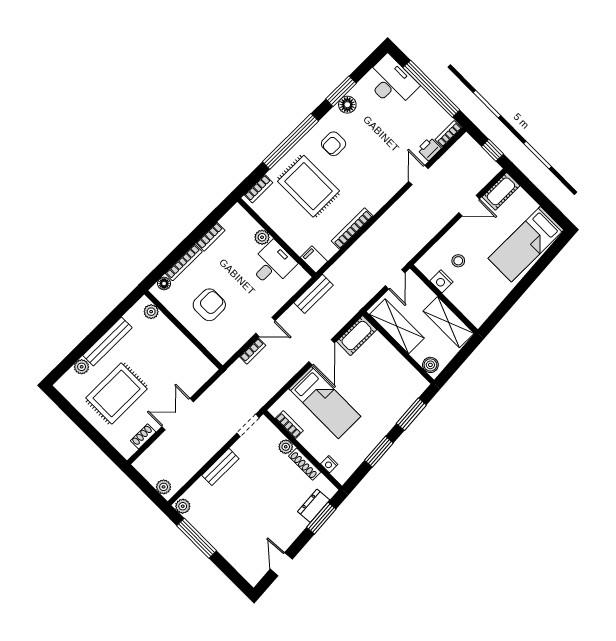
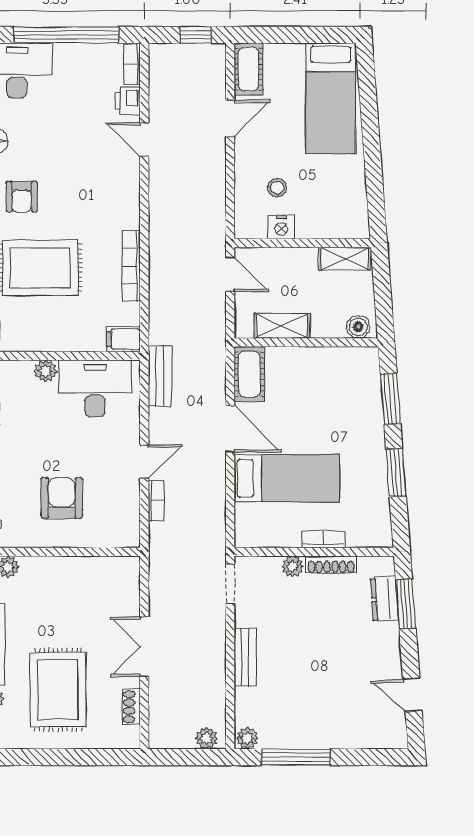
desk: (272, 264) -> (95, 388), width x1.37
shelving: (449, 322) -> (345, 259), width x0.67, depth x0.75
shelving: (397, 326) -> (282, 326), width x0.67, depth x0.75
bookcase: (289, 425) -> (324, 539), moved
nightstand: (329, 464) -> (357, 539), removed

